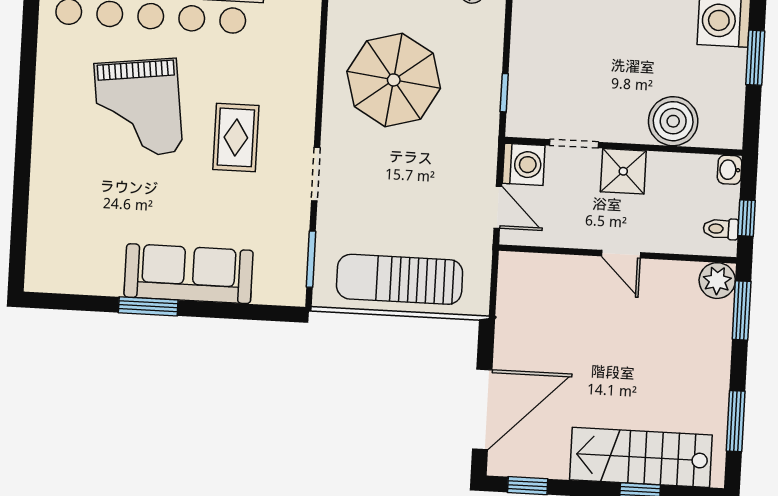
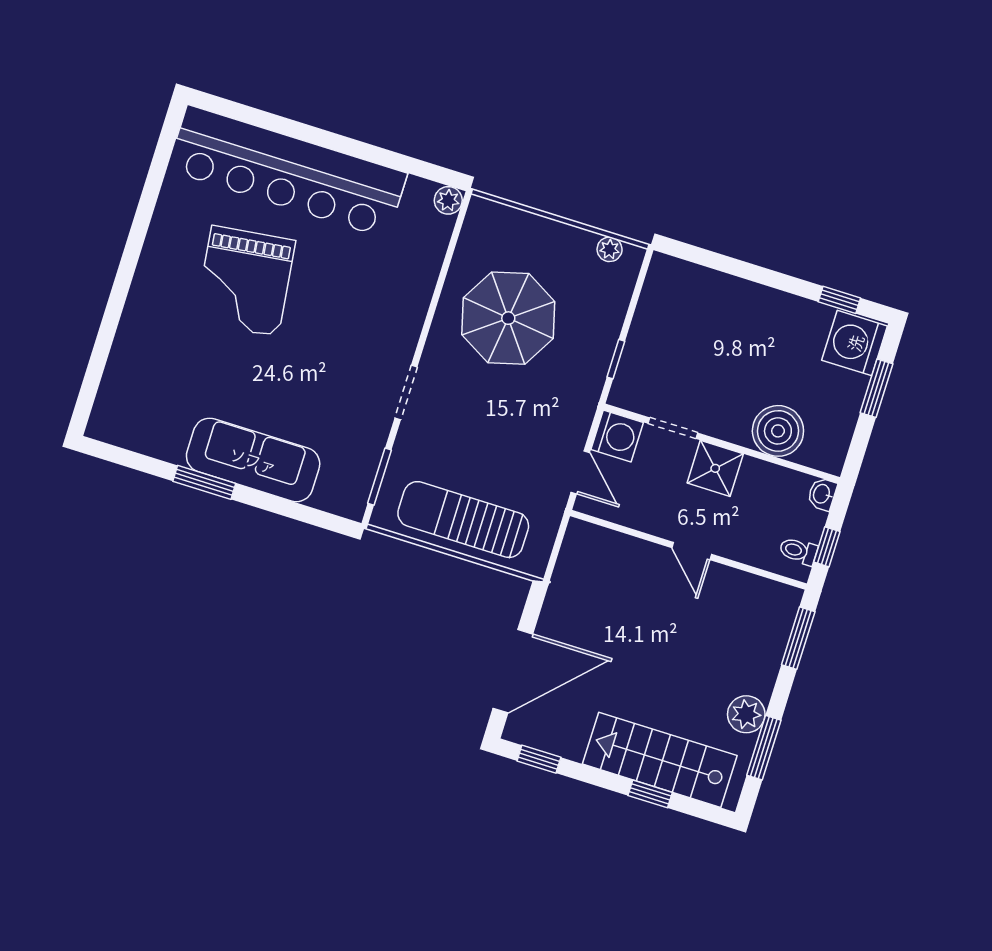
rug: (236, 137) -> (335, 335), removed
plant: (717, 281) -> (746, 714), moved

